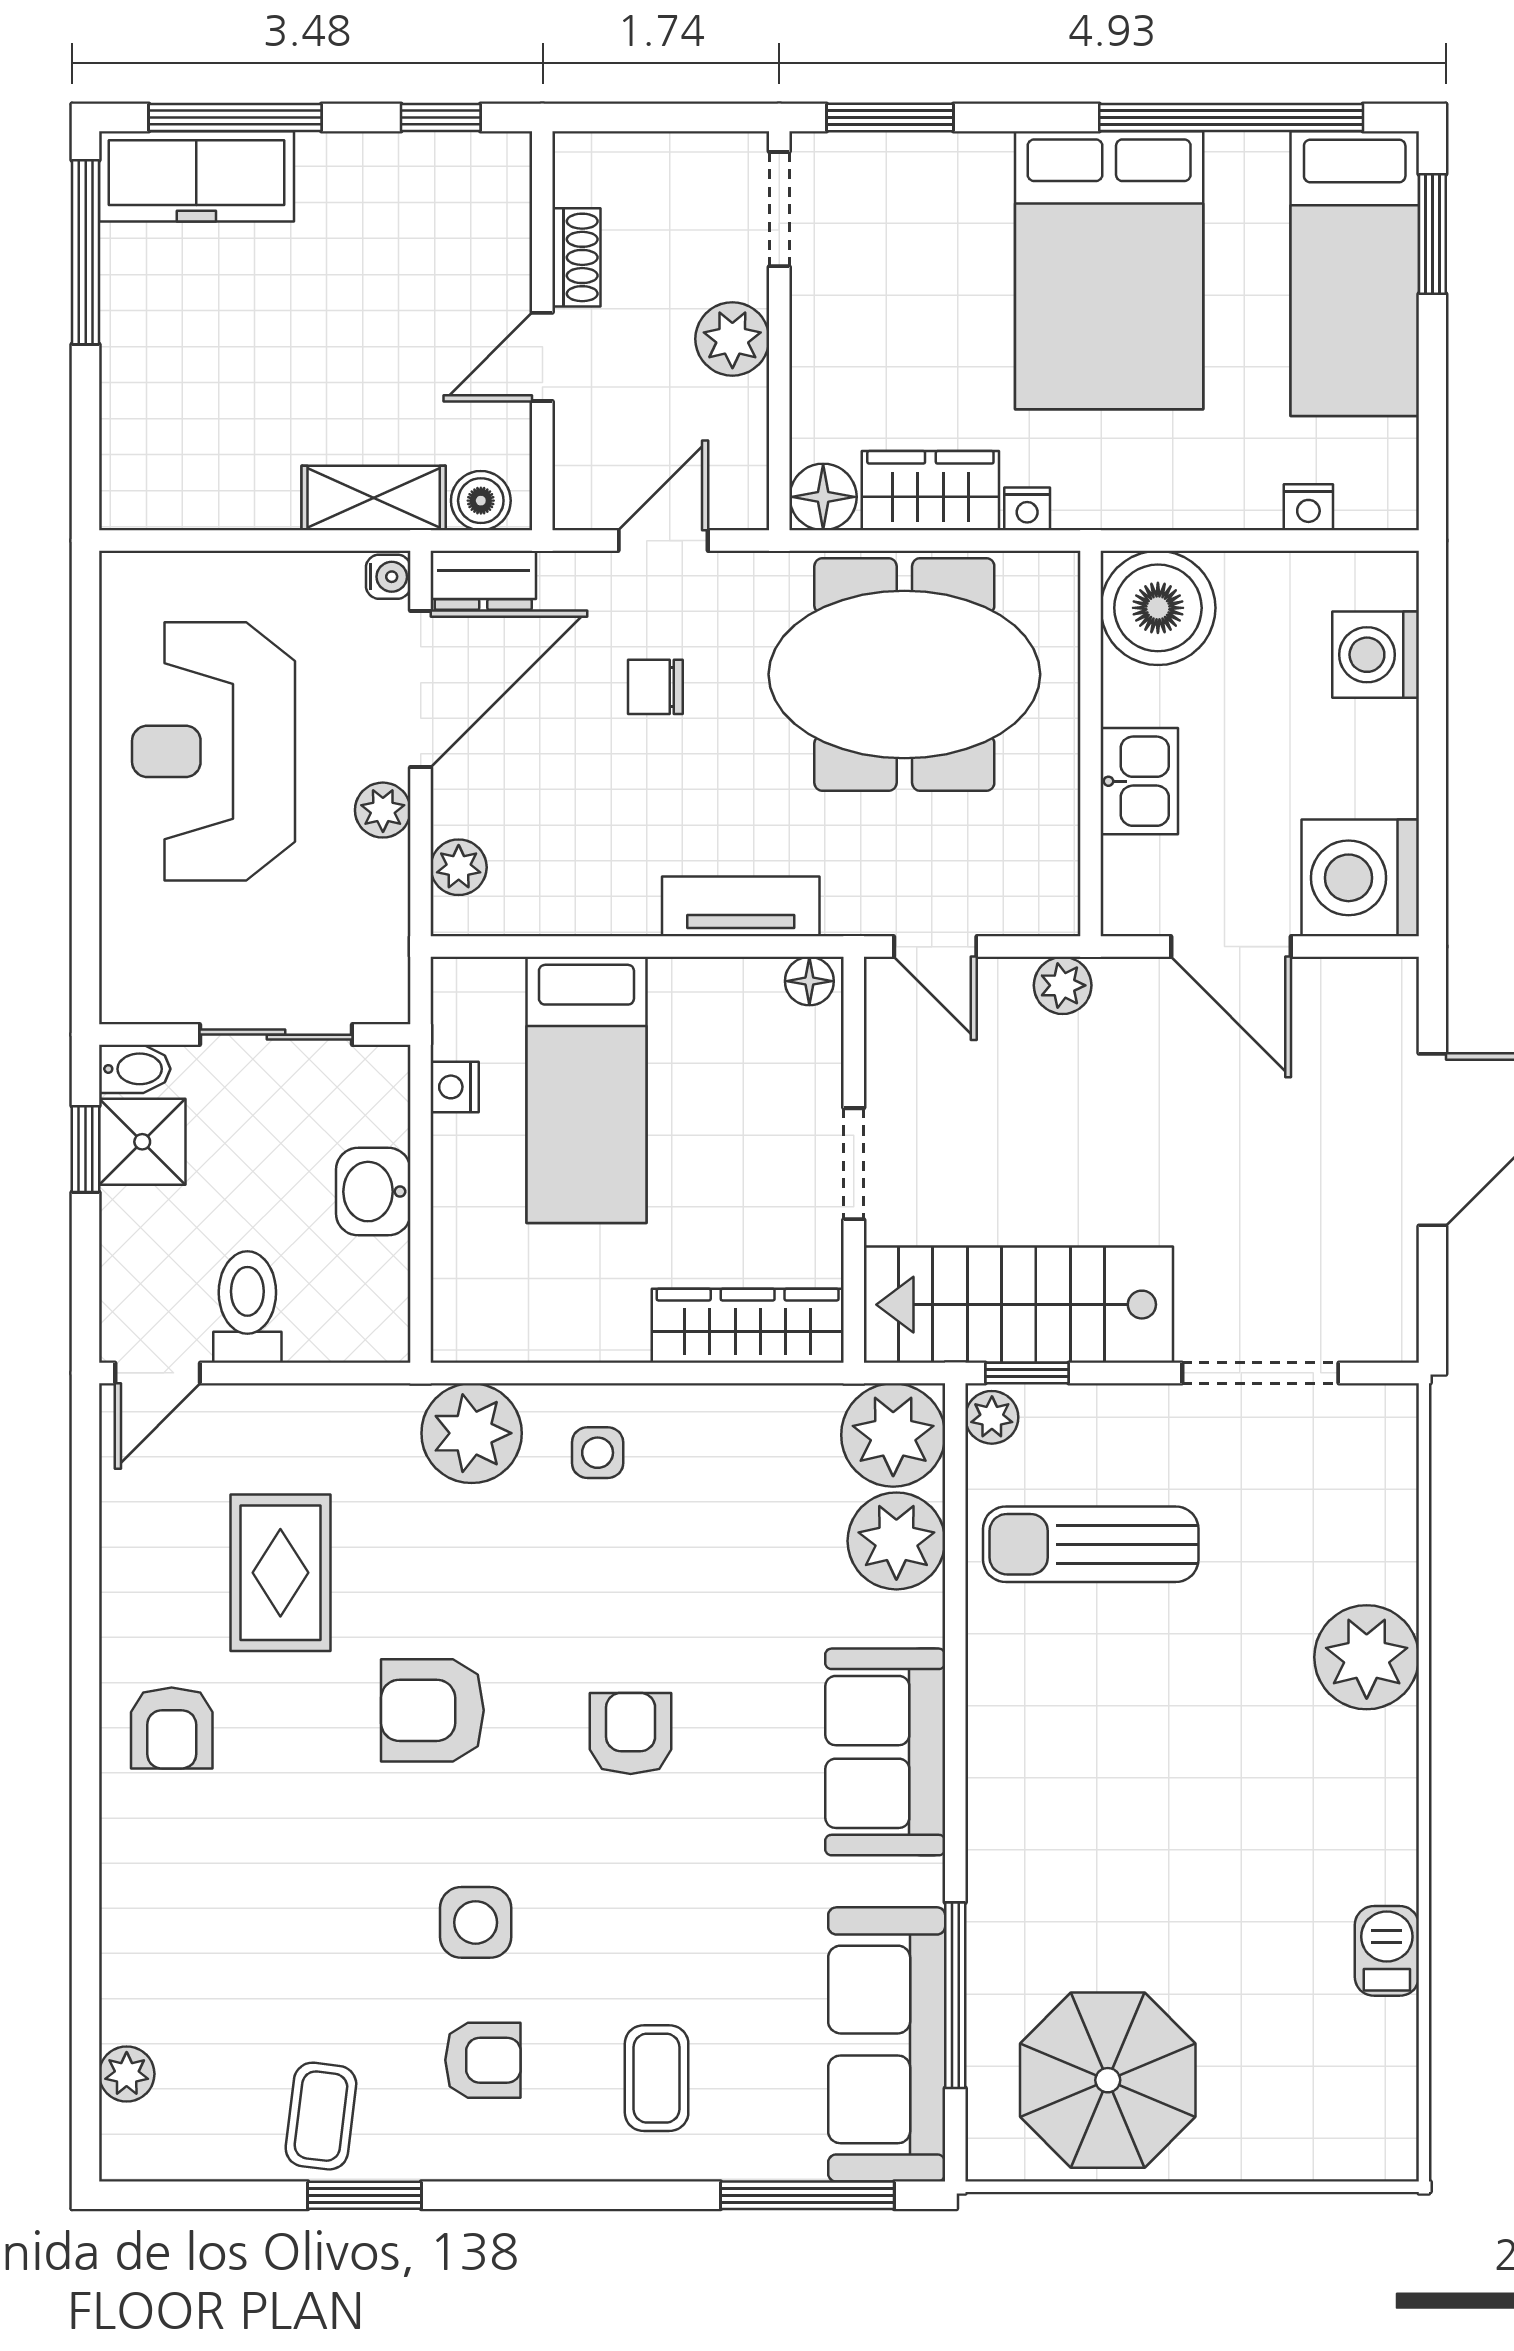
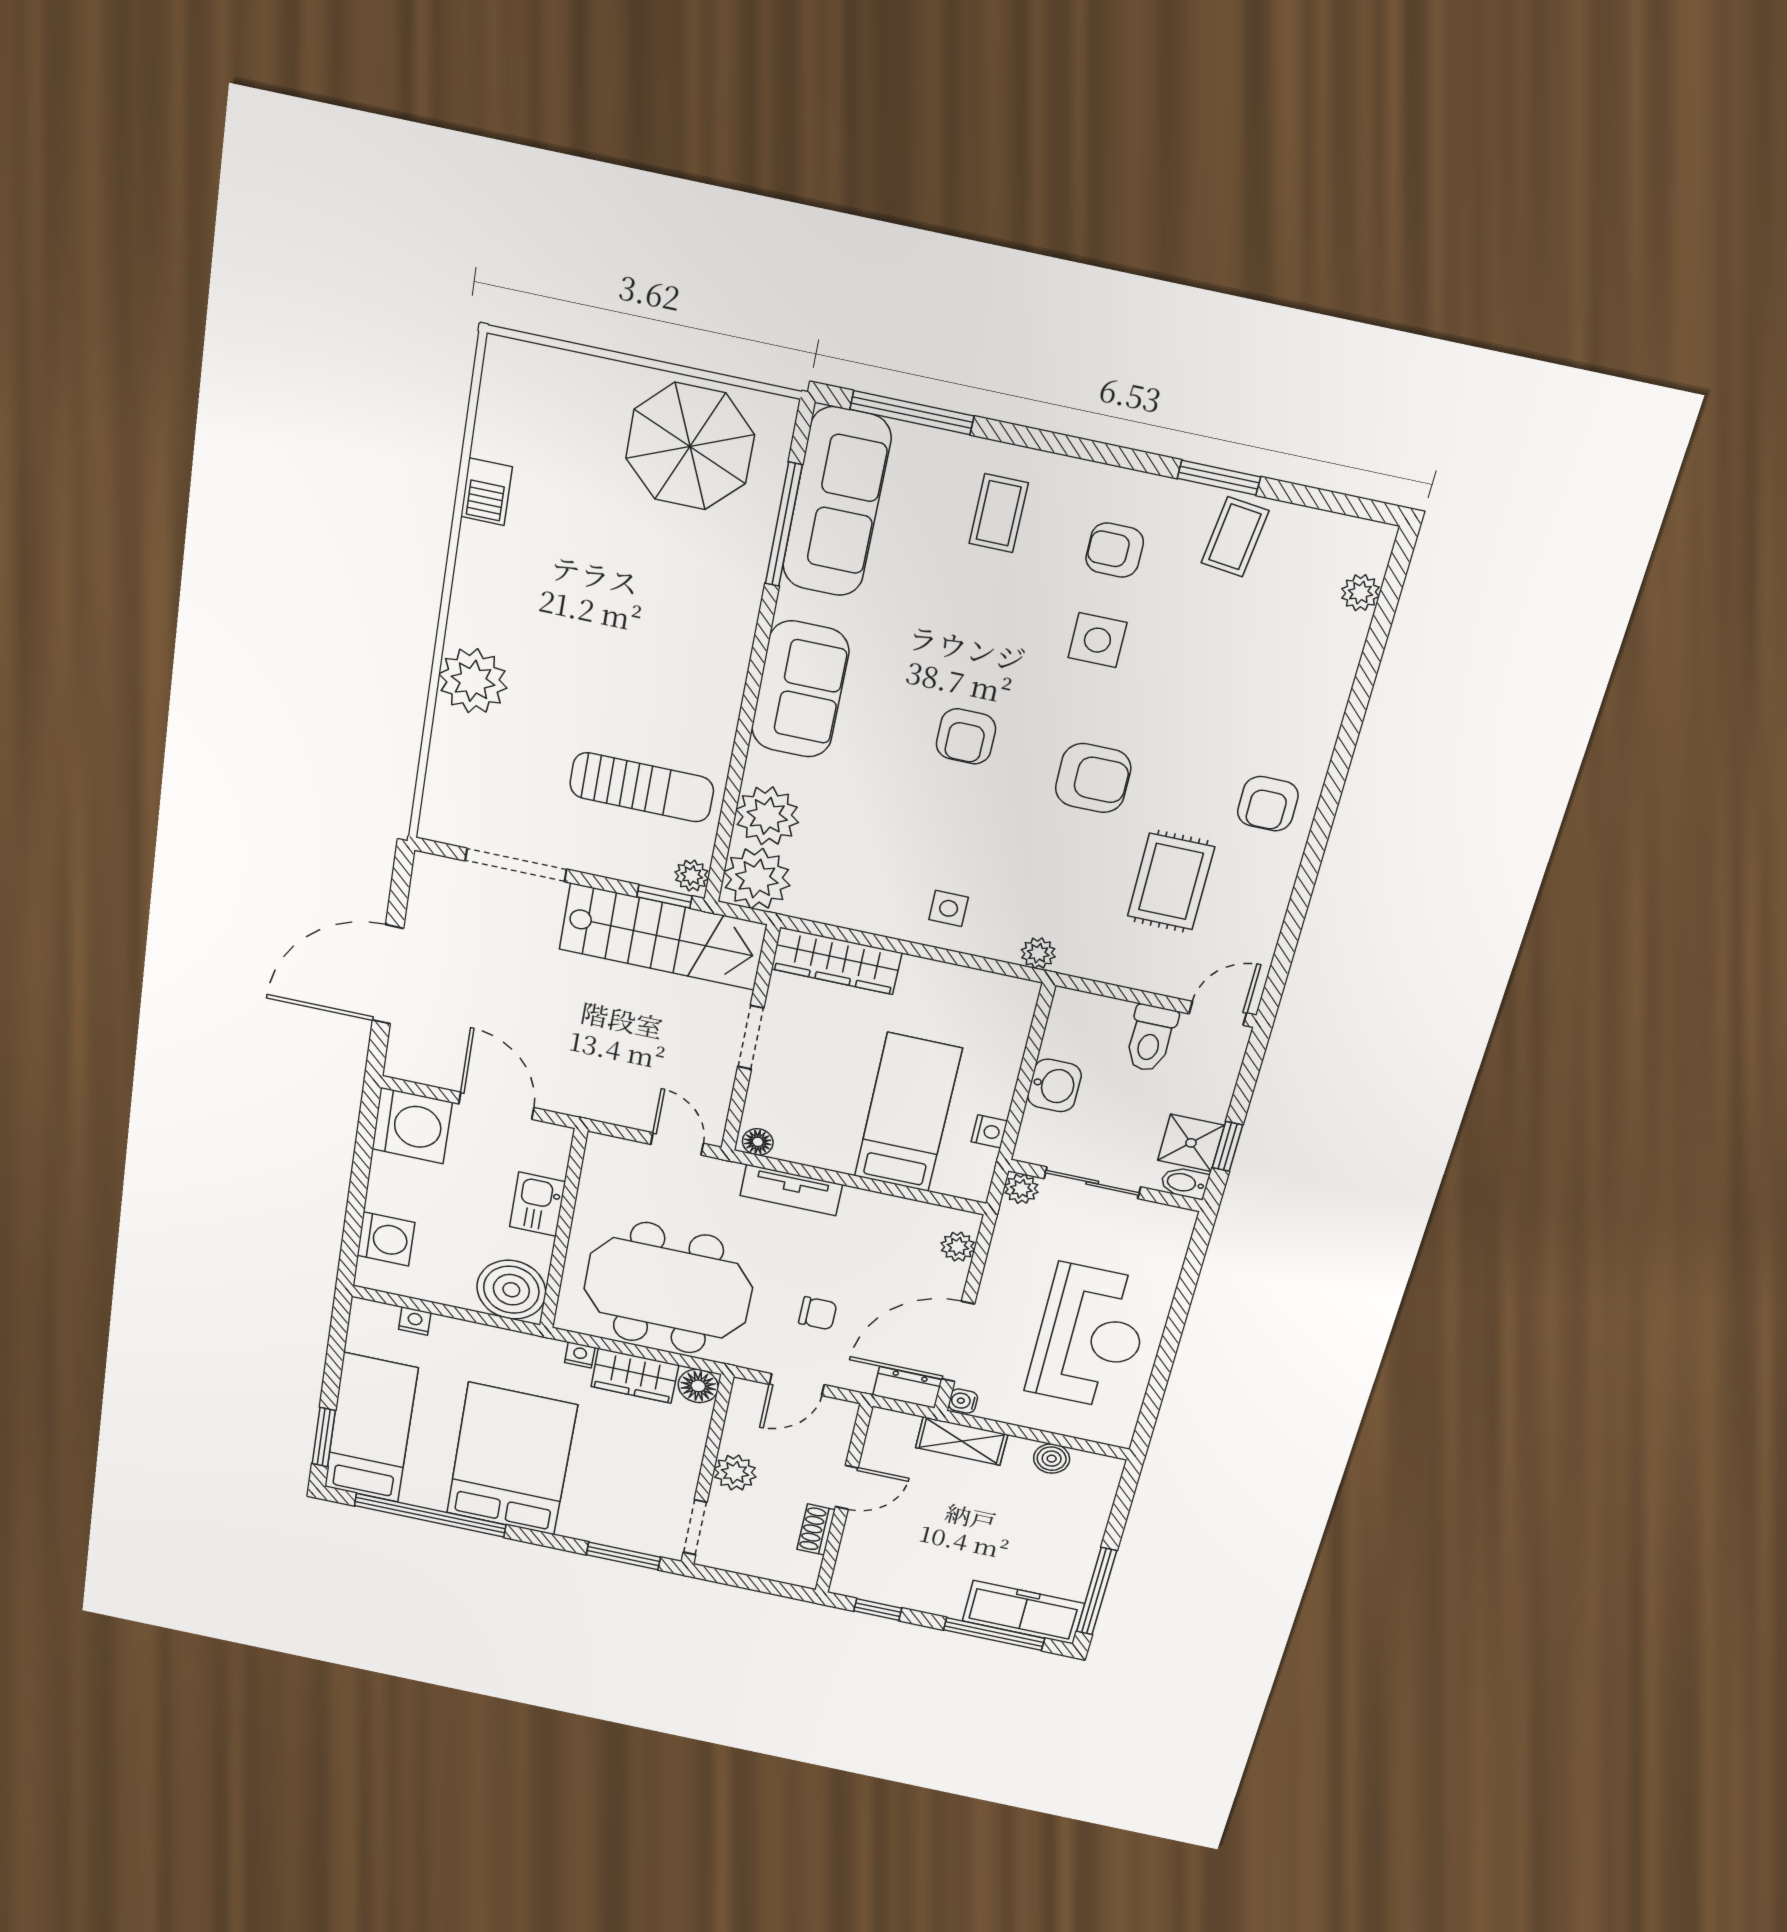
boiler: (481, 501) -> (1052, 1459), moved
plant: (383, 810) -> (1021, 1189), moved
plant: (1063, 985) -> (603, 1107), removed
plant: (472, 1433) -> (1038, 953), width x0.53, depth x0.53
armchair: (172, 1728) -> (1268, 804), turned 180

